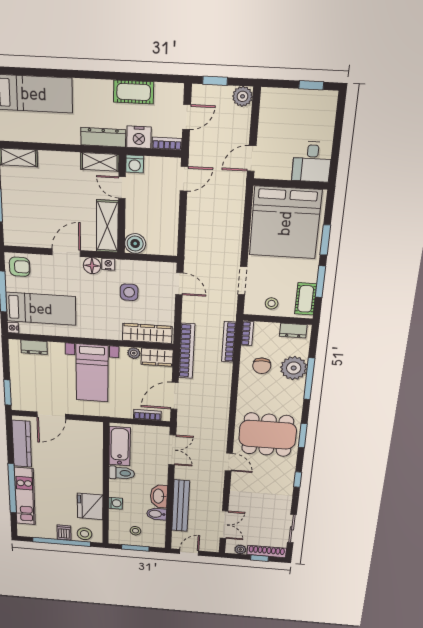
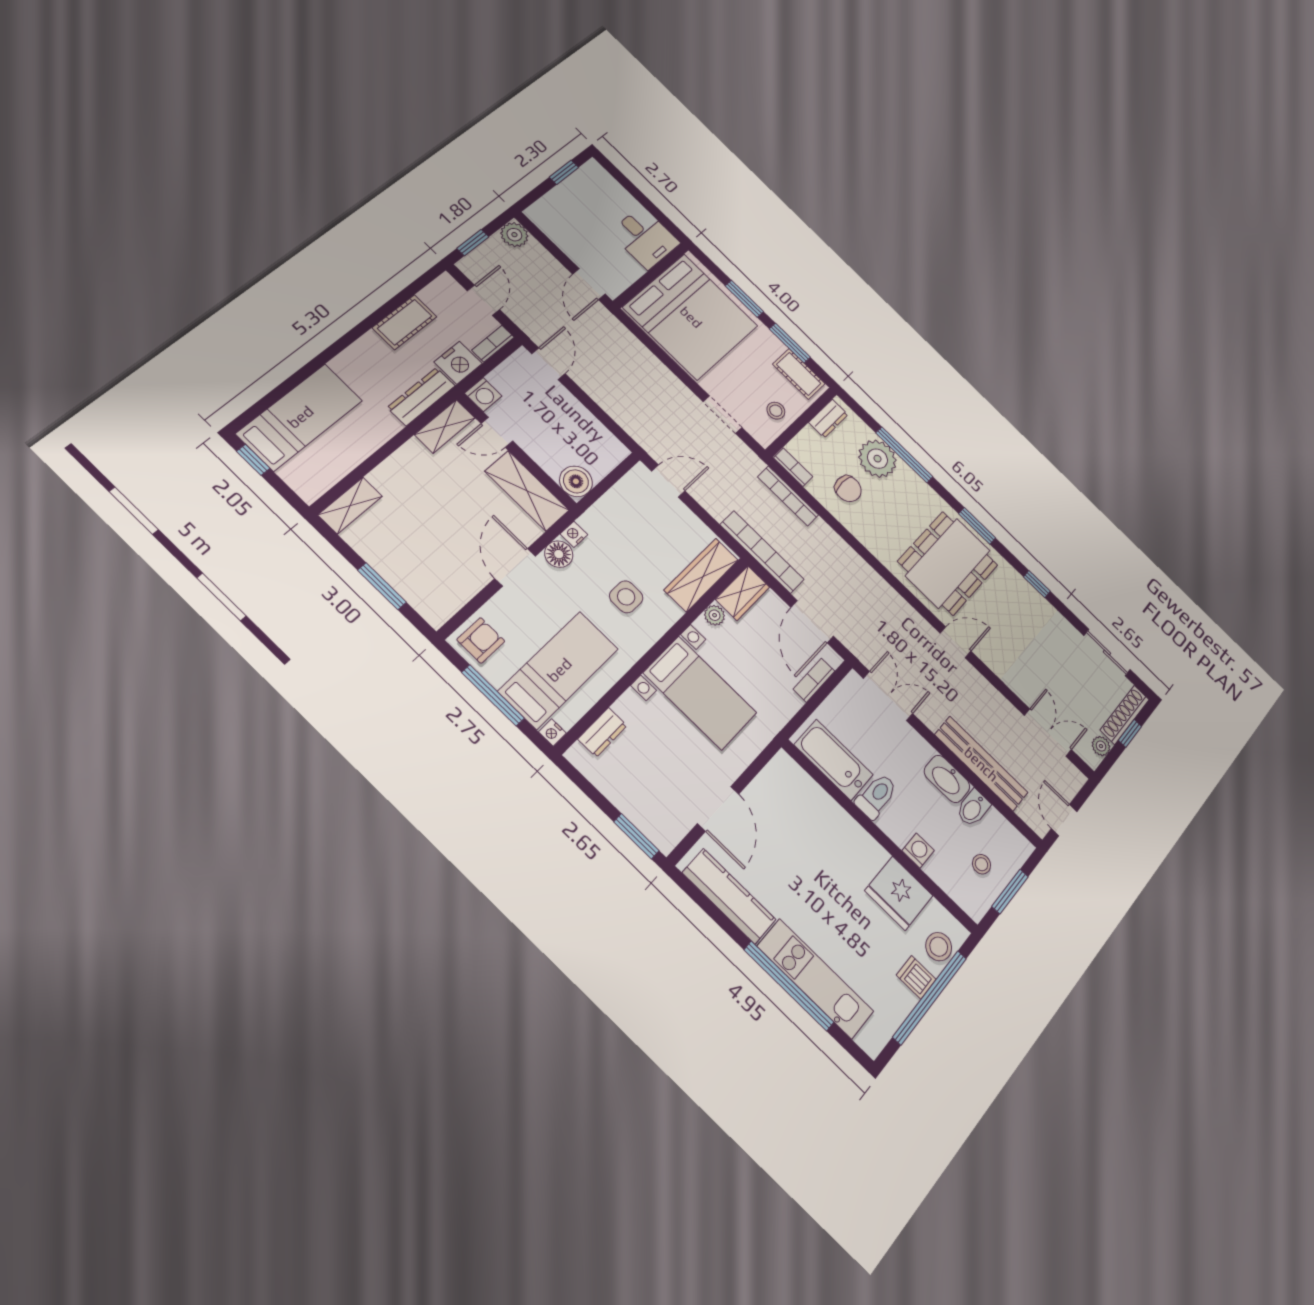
side table: (129, 292) -> (626, 597), moved

